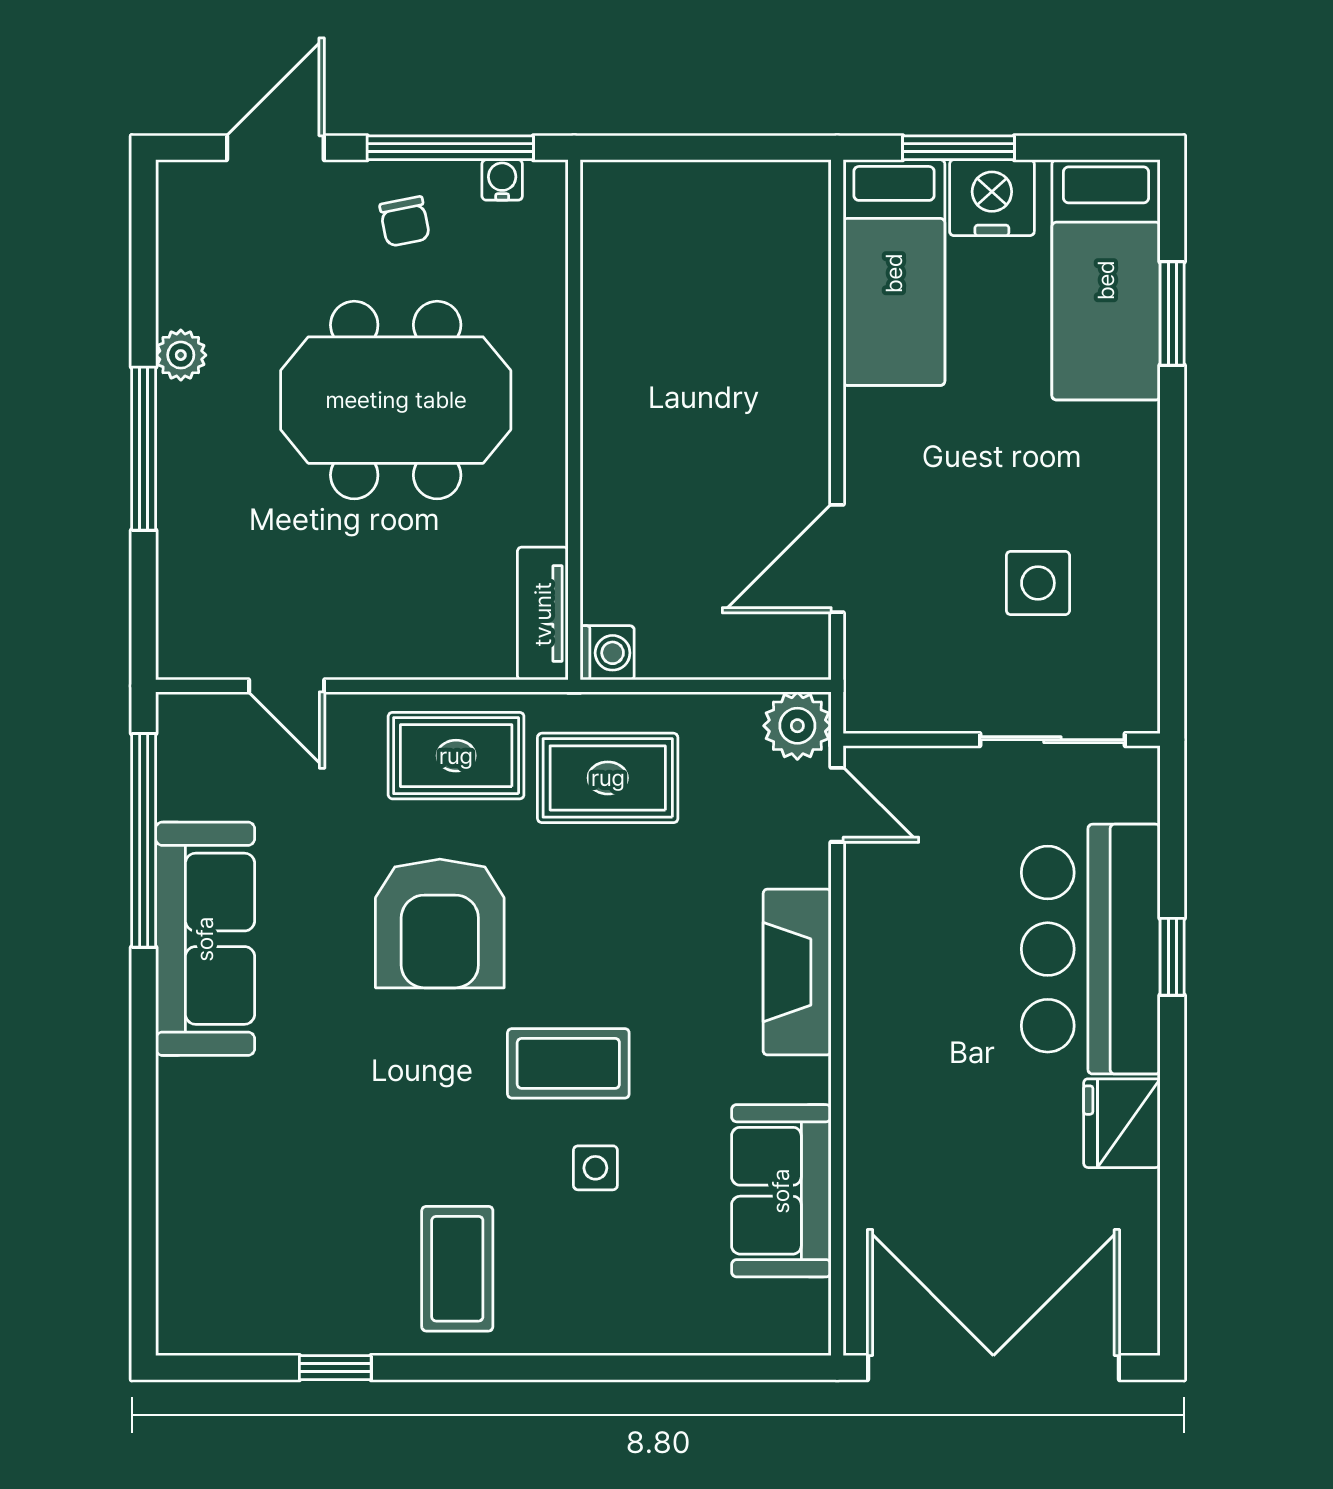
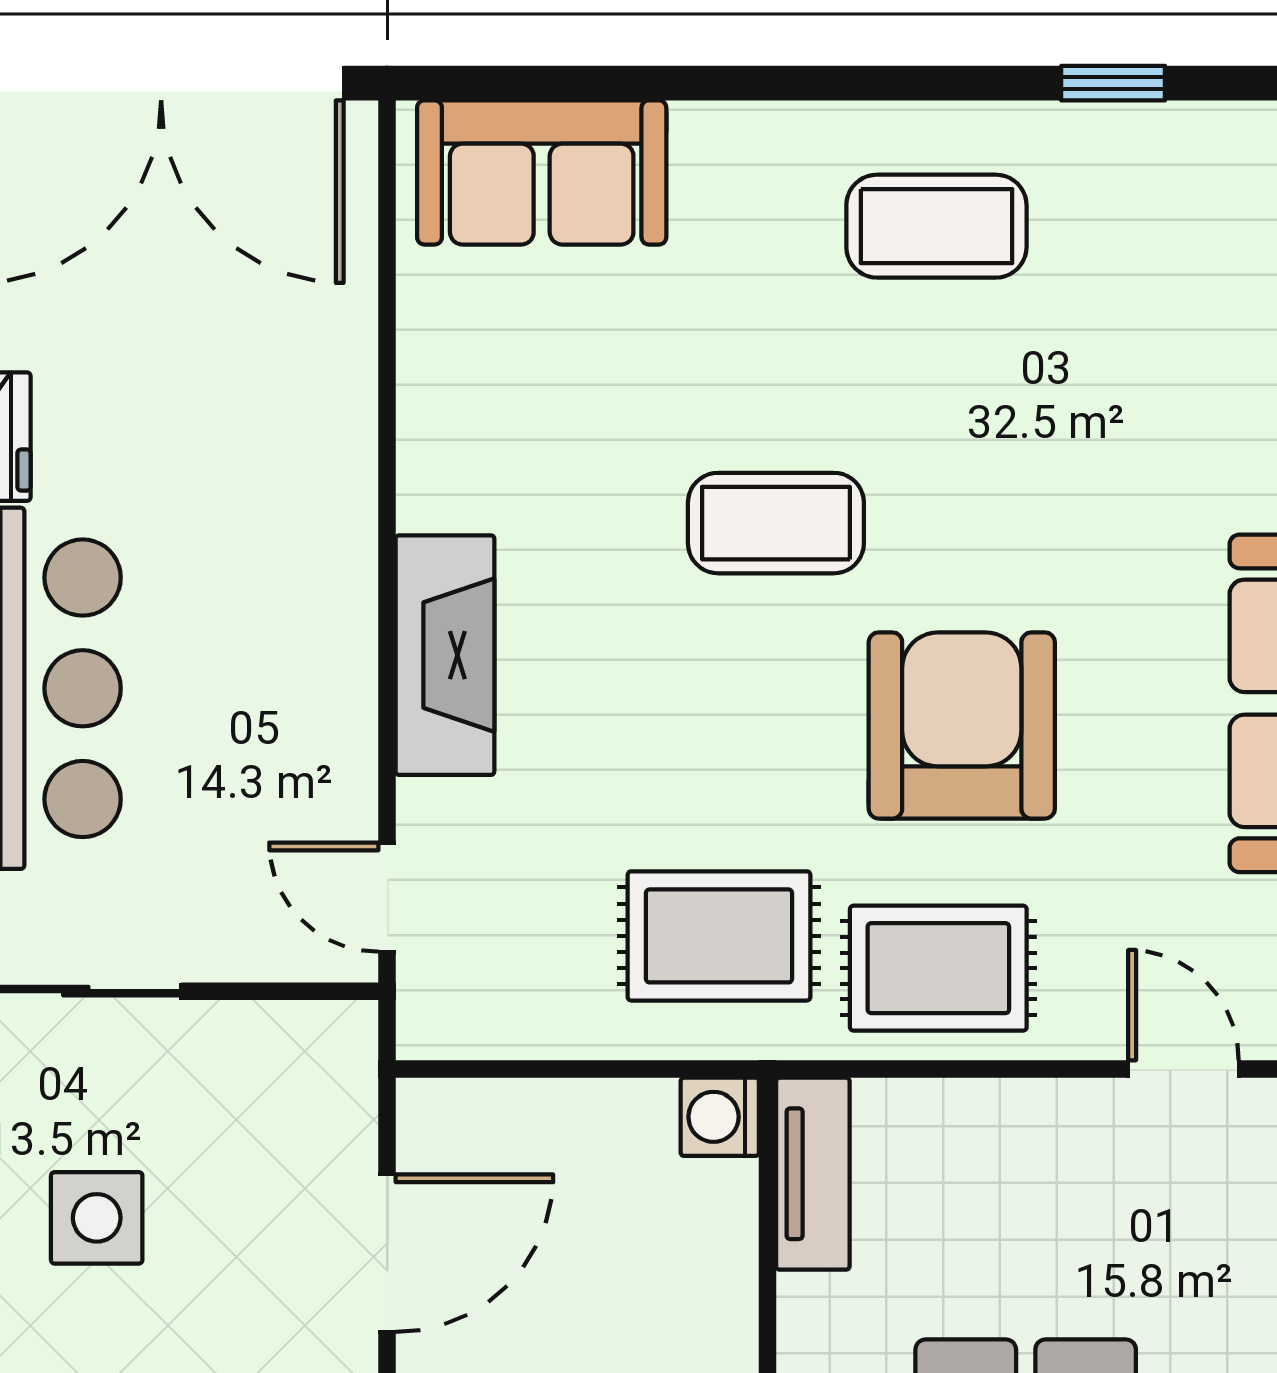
plant: (797, 726) -> (445, 1011), removed
side table: (595, 1168) -> (737, 372), removed
sofa: (781, 1191) -> (542, 172), moved, turned 90
coffee table: (457, 1269) -> (936, 226), turned 90

